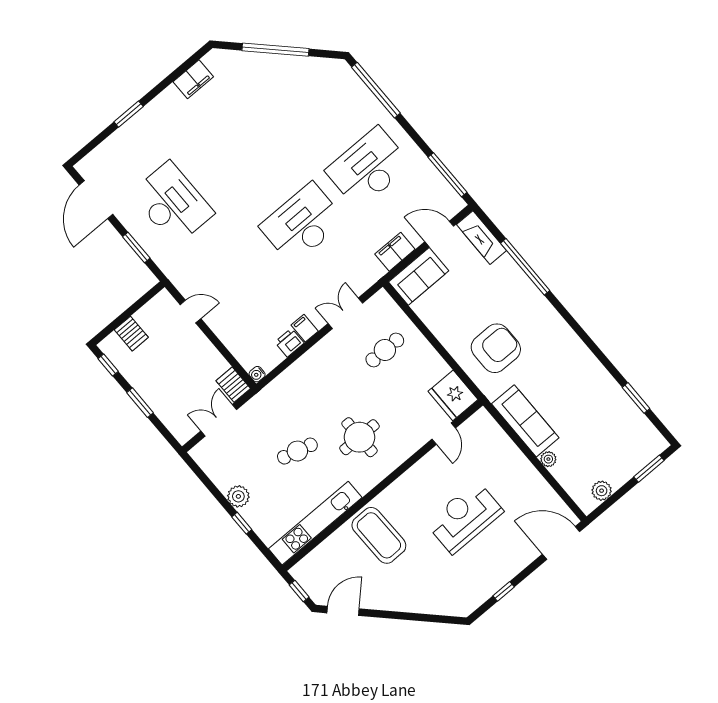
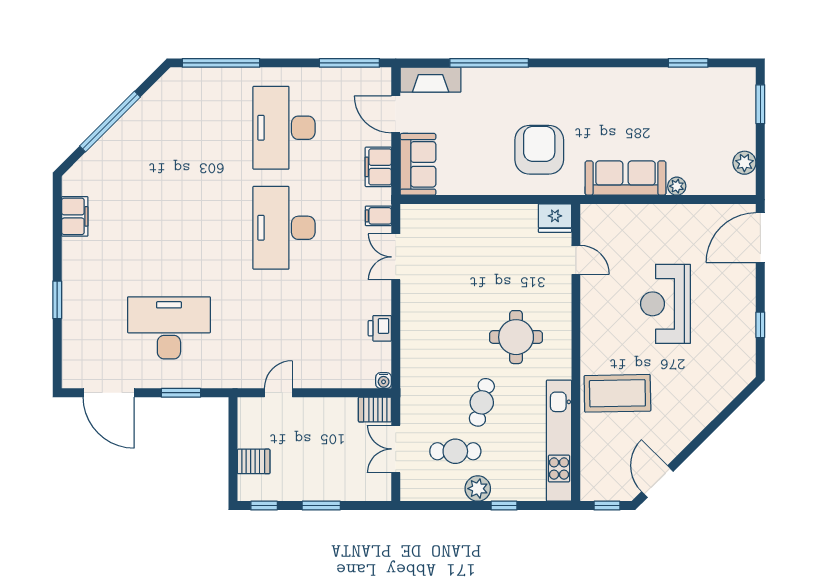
door: (439, 234) -> (396, 114), hinge flipped
filing cabinet: (305, 328) -> (378, 216), moved
cafe table: (385, 350) -> (455, 451), moved, turned 90
fridge: (453, 395) -> (555, 218), width x0.73, depth x0.75

